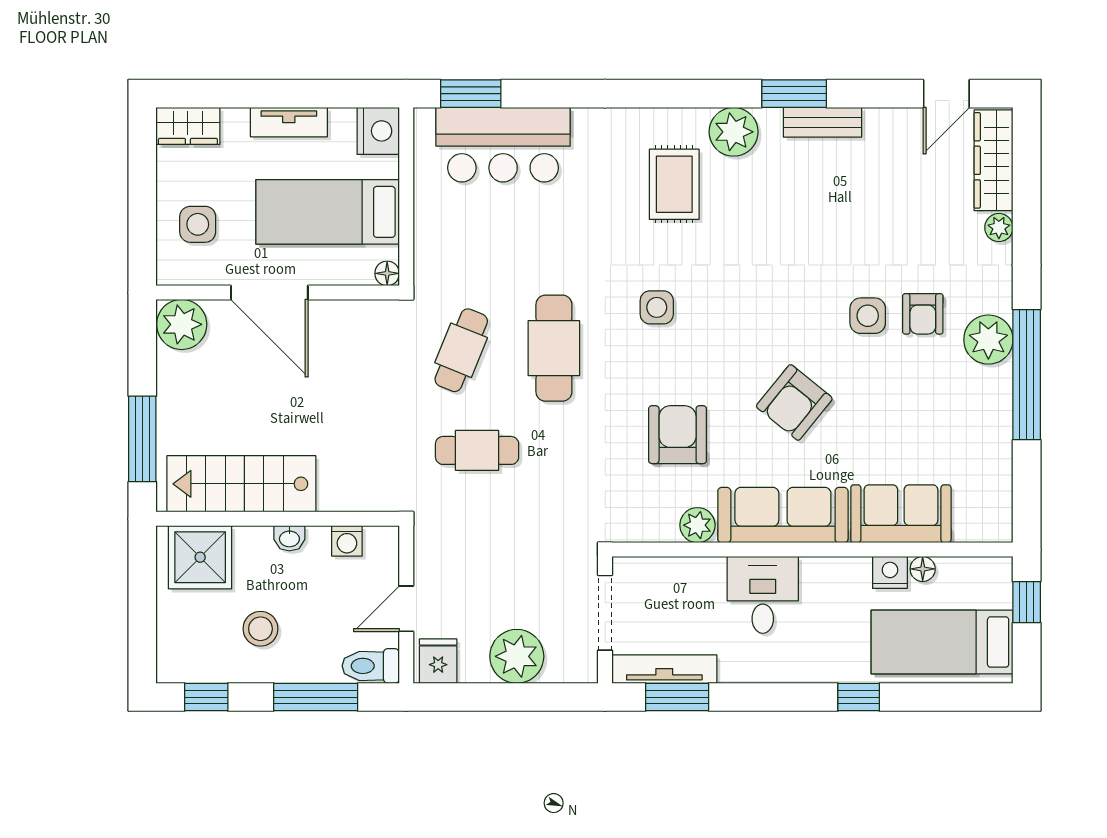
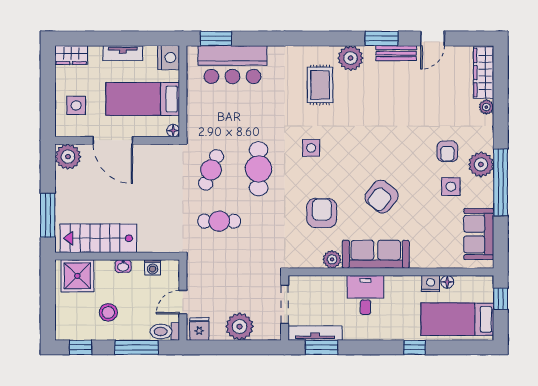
door: (946, 94) -> (433, 38), moved
side table: (868, 316) -> (451, 187), moved
sofa: (901, 514) -> (479, 234), moved, turned -90

